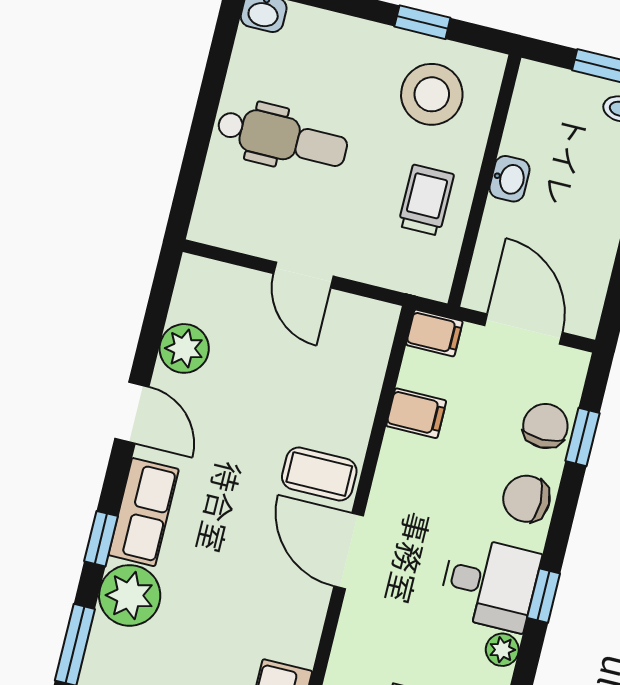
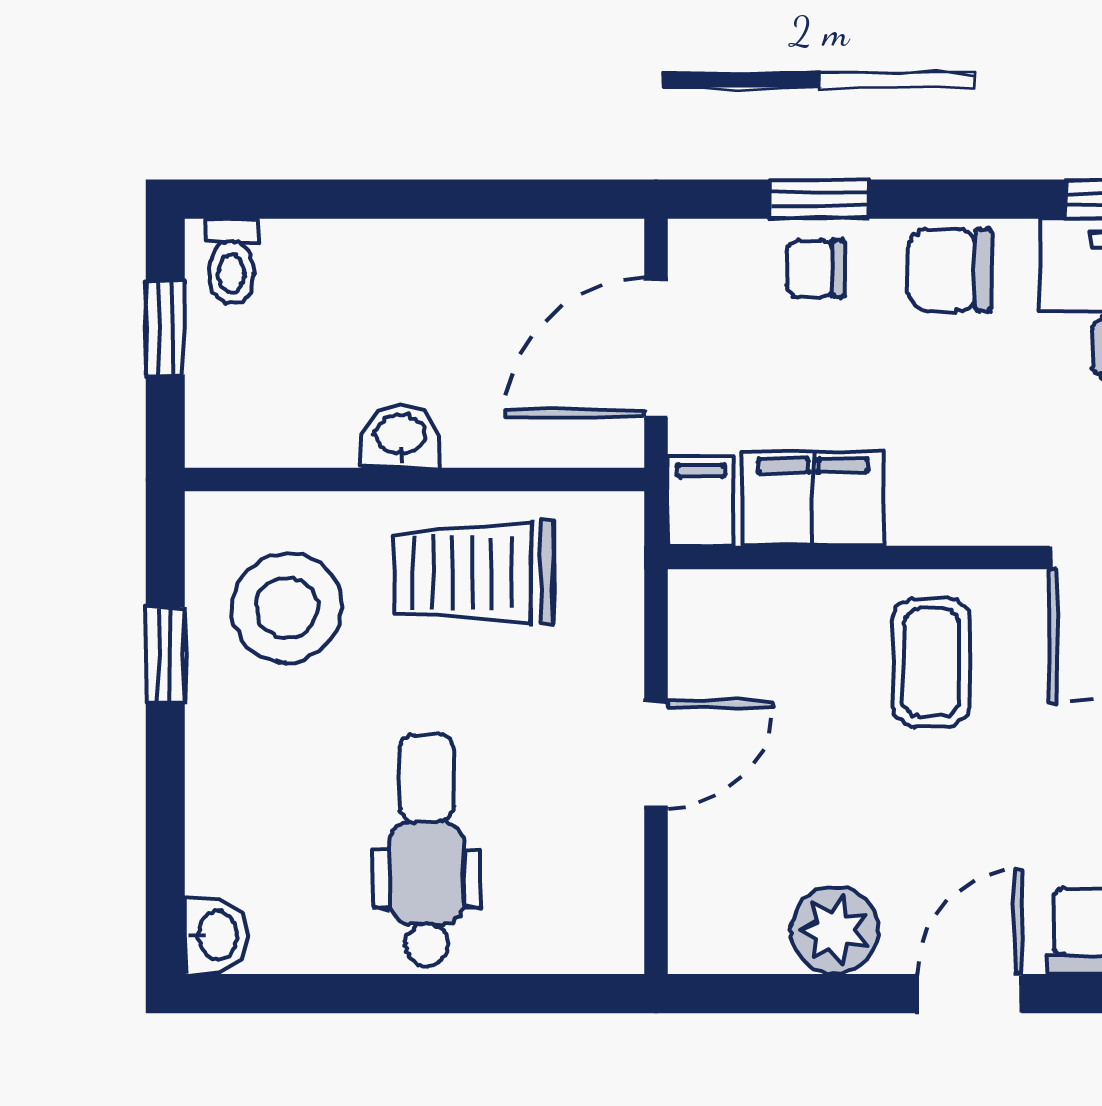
trolley: (426, 200) -> (473, 573), width x1.36, depth x1.39
filing cabinet: (416, 413) -> (813, 499), width x2.00
chair: (545, 426) -> (815, 268), width x0.73, depth x0.73
coffee table: (319, 474) -> (931, 662), moved
chair: (526, 499) -> (950, 270), turned 90

